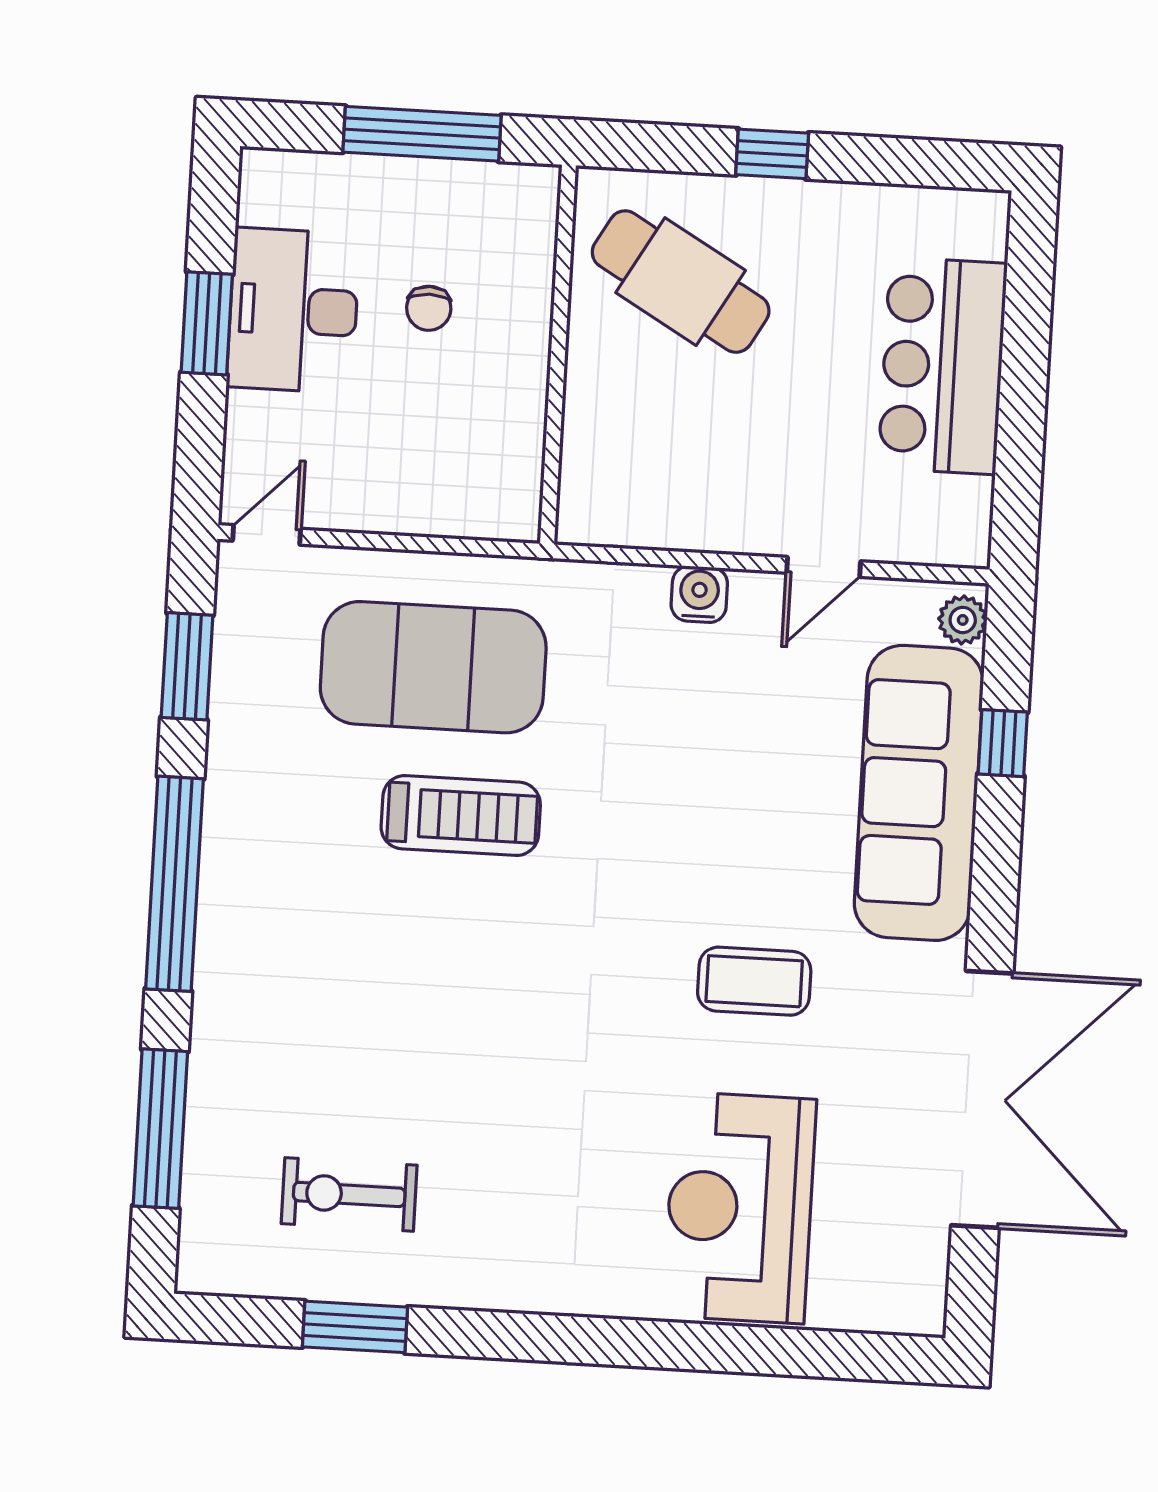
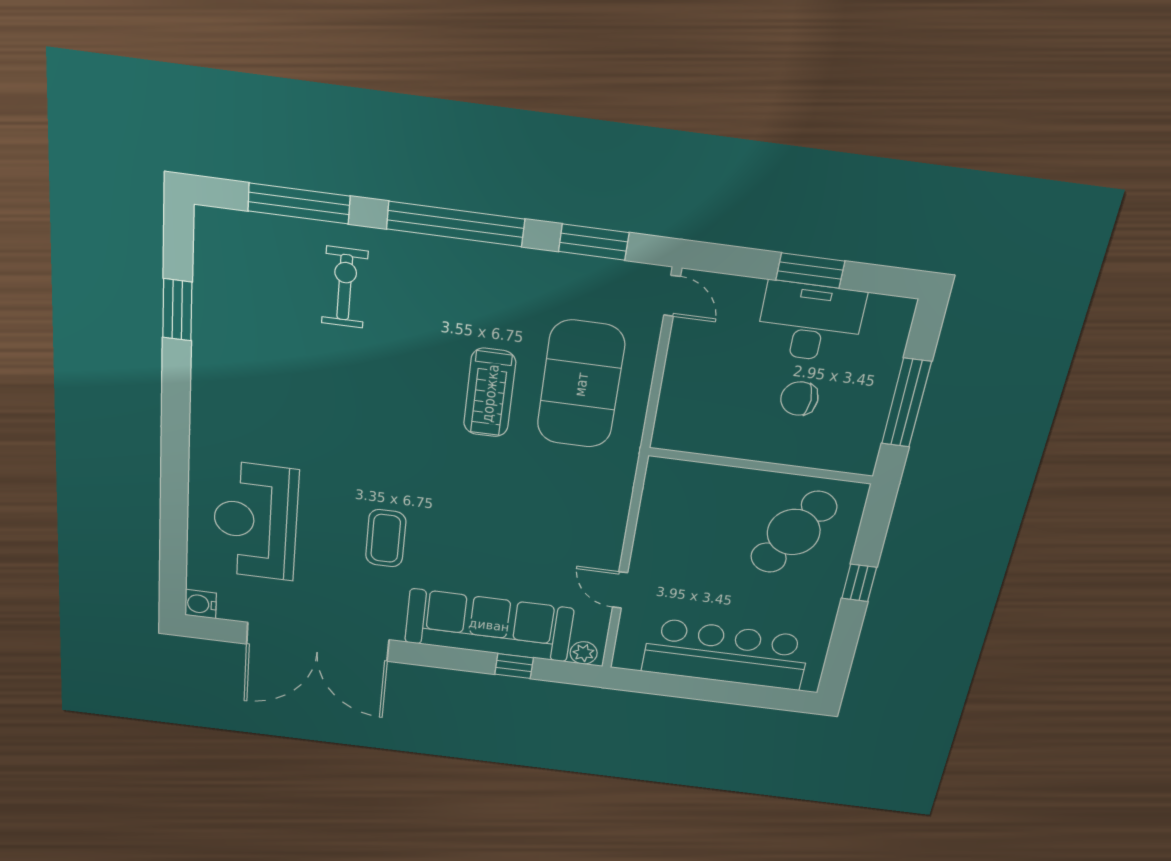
chair: (429, 308) -> (799, 399), width x1.37, depth x1.37
bar counter: (943, 366) -> (726, 654), width x1.36
water cooler: (699, 594) -> (201, 604), moved, turned 180
exercise bike: (349, 1194) -> (345, 287), moved
reception desk: (740, 1208) -> (255, 521), turned -90

